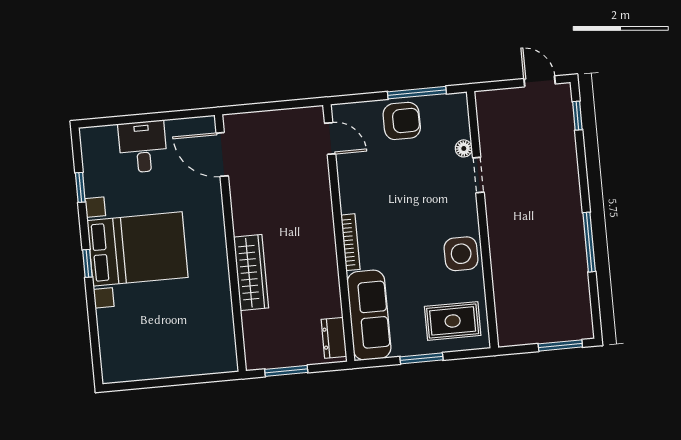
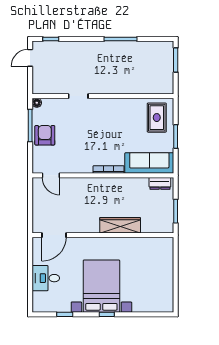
door: (330, 139) -> (51, 175), swing flipped
floor lamp: (464, 148) -> (37, 103), moved
side table: (461, 254) -> (120, 110), removed

